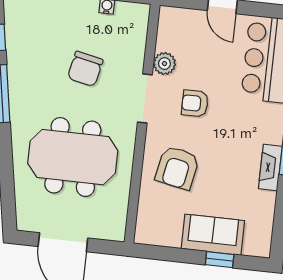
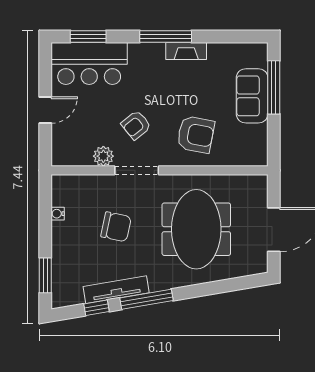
tv unit: (16, 61) -> (116, 290), added
armchair: (195, 103) -> (136, 125), turned 51
window: (220, 260) -> (274, 87), width x2.17

